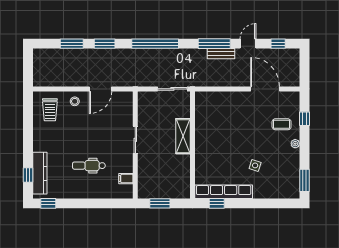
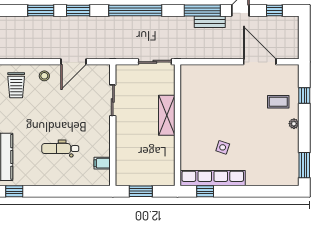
sliding door: (135, 140) -> (113, 100), moved
side table: (255, 165) -> (223, 147), moved

